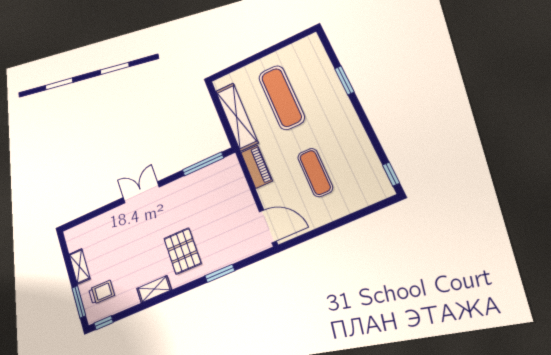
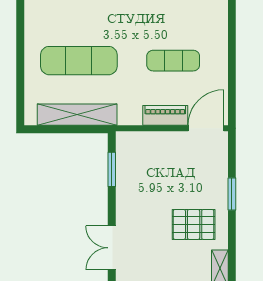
window: (203, 164) -> (112, 169), width x0.69
piano: (256, 167) -> (165, 115), moved

